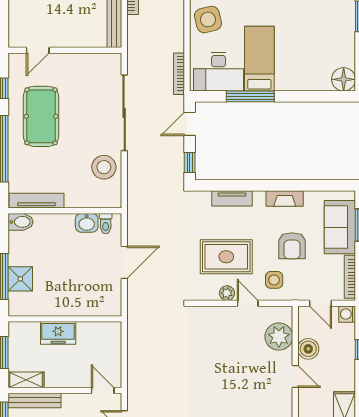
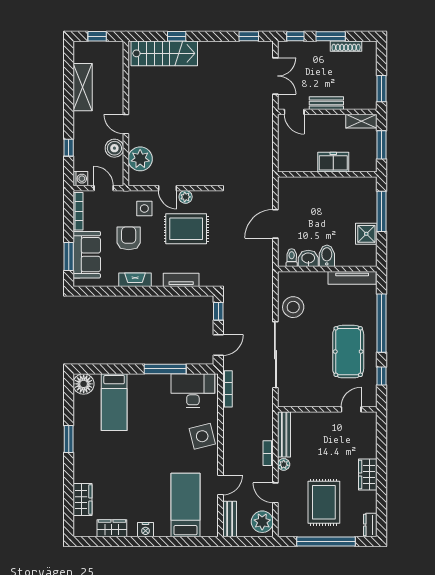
bed: (259, 59) -> (114, 402), moved
bidet: (21, 222) -> (327, 256), moved, turned 90
shower: (20, 279) -> (366, 234), moved
bench: (35, 400) -> (326, 103), moved, width x0.73

